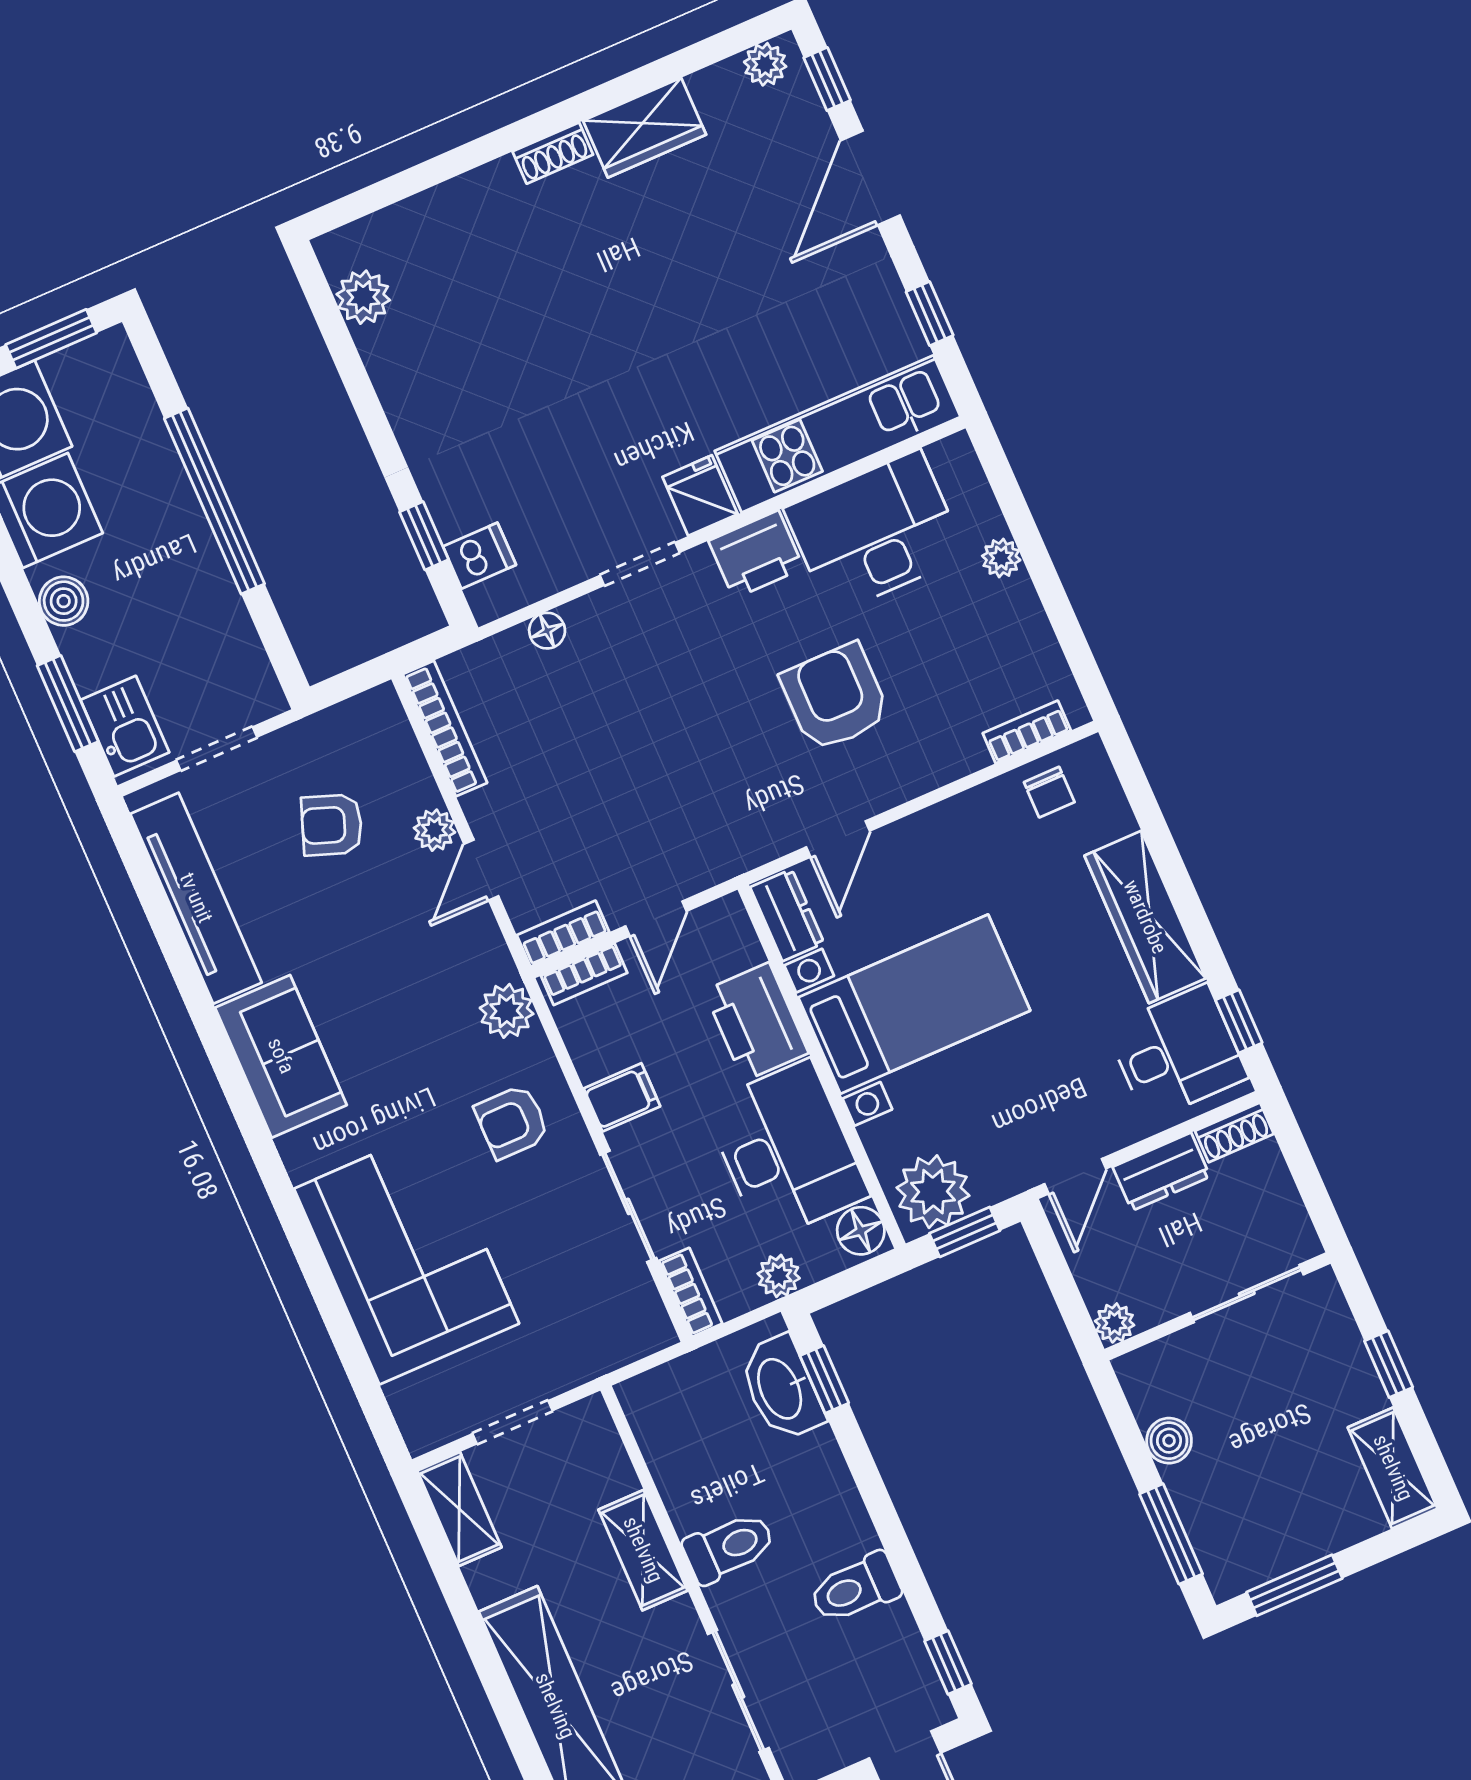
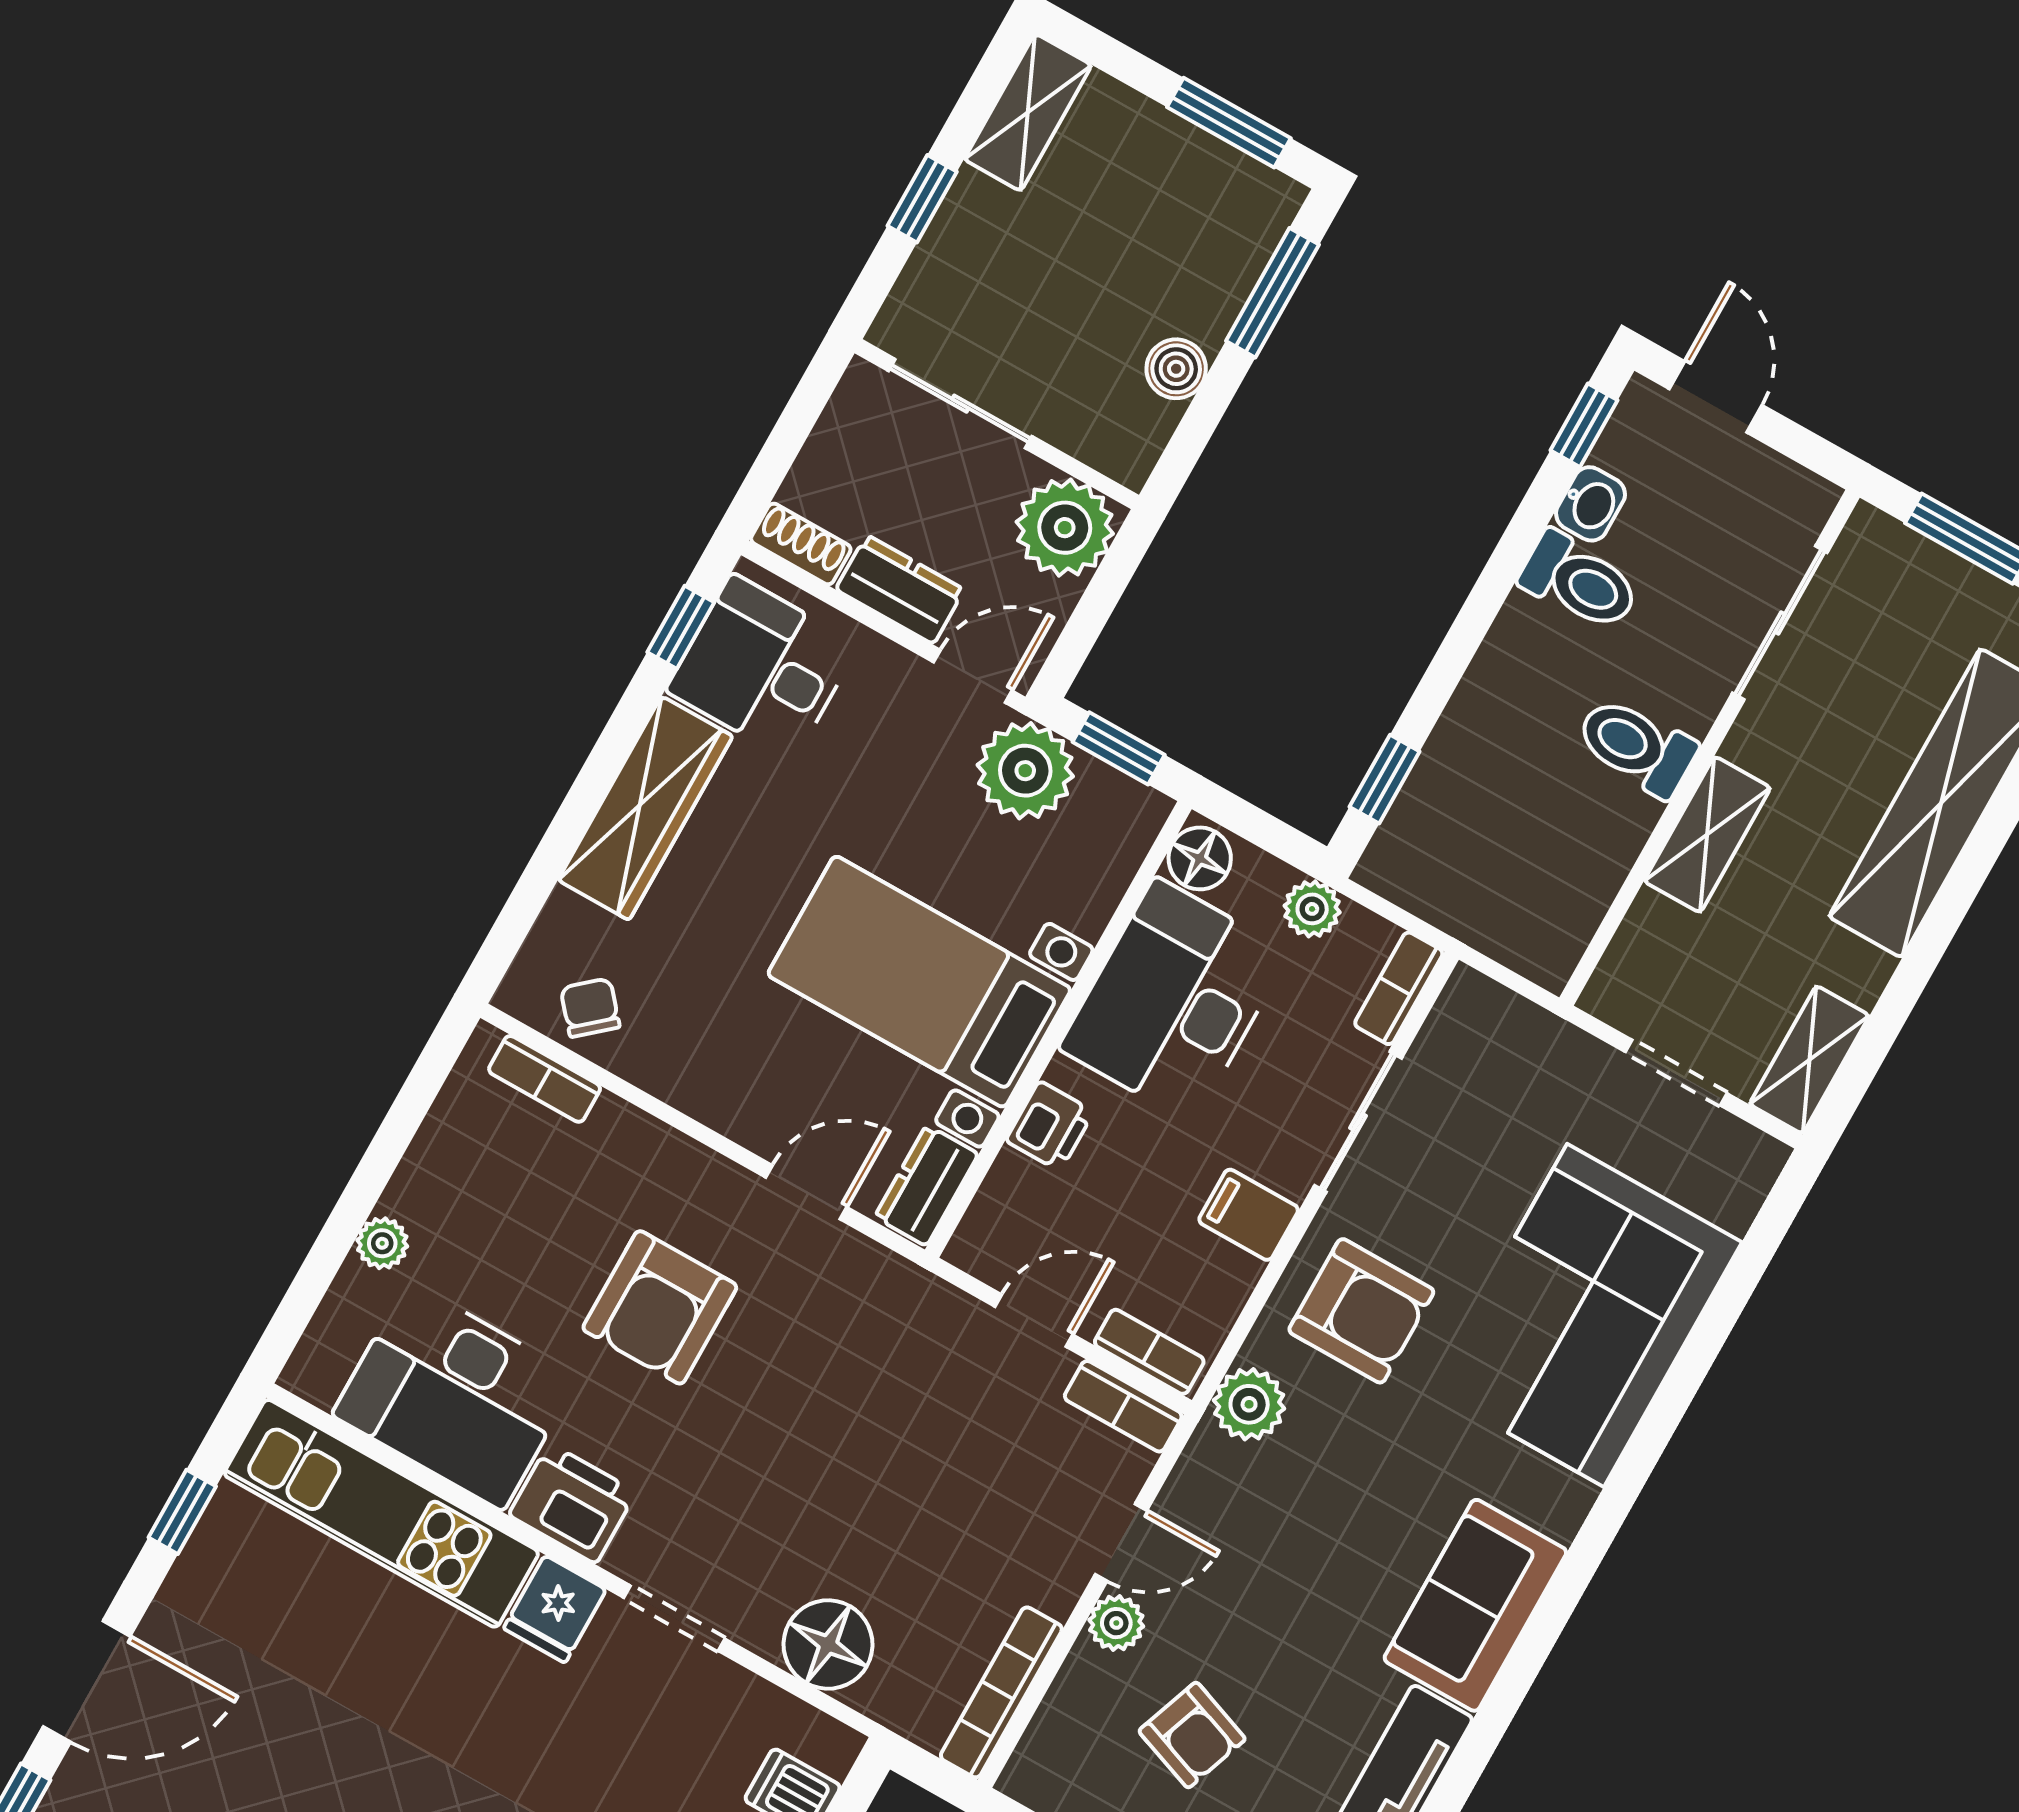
floor lamp: (547, 631) -> (828, 1644), width x1.89, depth x1.89
chair: (1049, 792) -> (590, 1008), turned -41
printer: (756, 1022) -> (1050, 1126), width x0.53, depth x0.68
armchair: (512, 1122) -> (1361, 1311), width x1.38, depth x1.38
plant: (933, 1192) -> (1025, 771), moved
plant: (1115, 1323) -> (1065, 528), width x1.88, depth x1.88
washbasin: (781, 1388) -> (1591, 504), moved, width x0.52, depth x0.69

